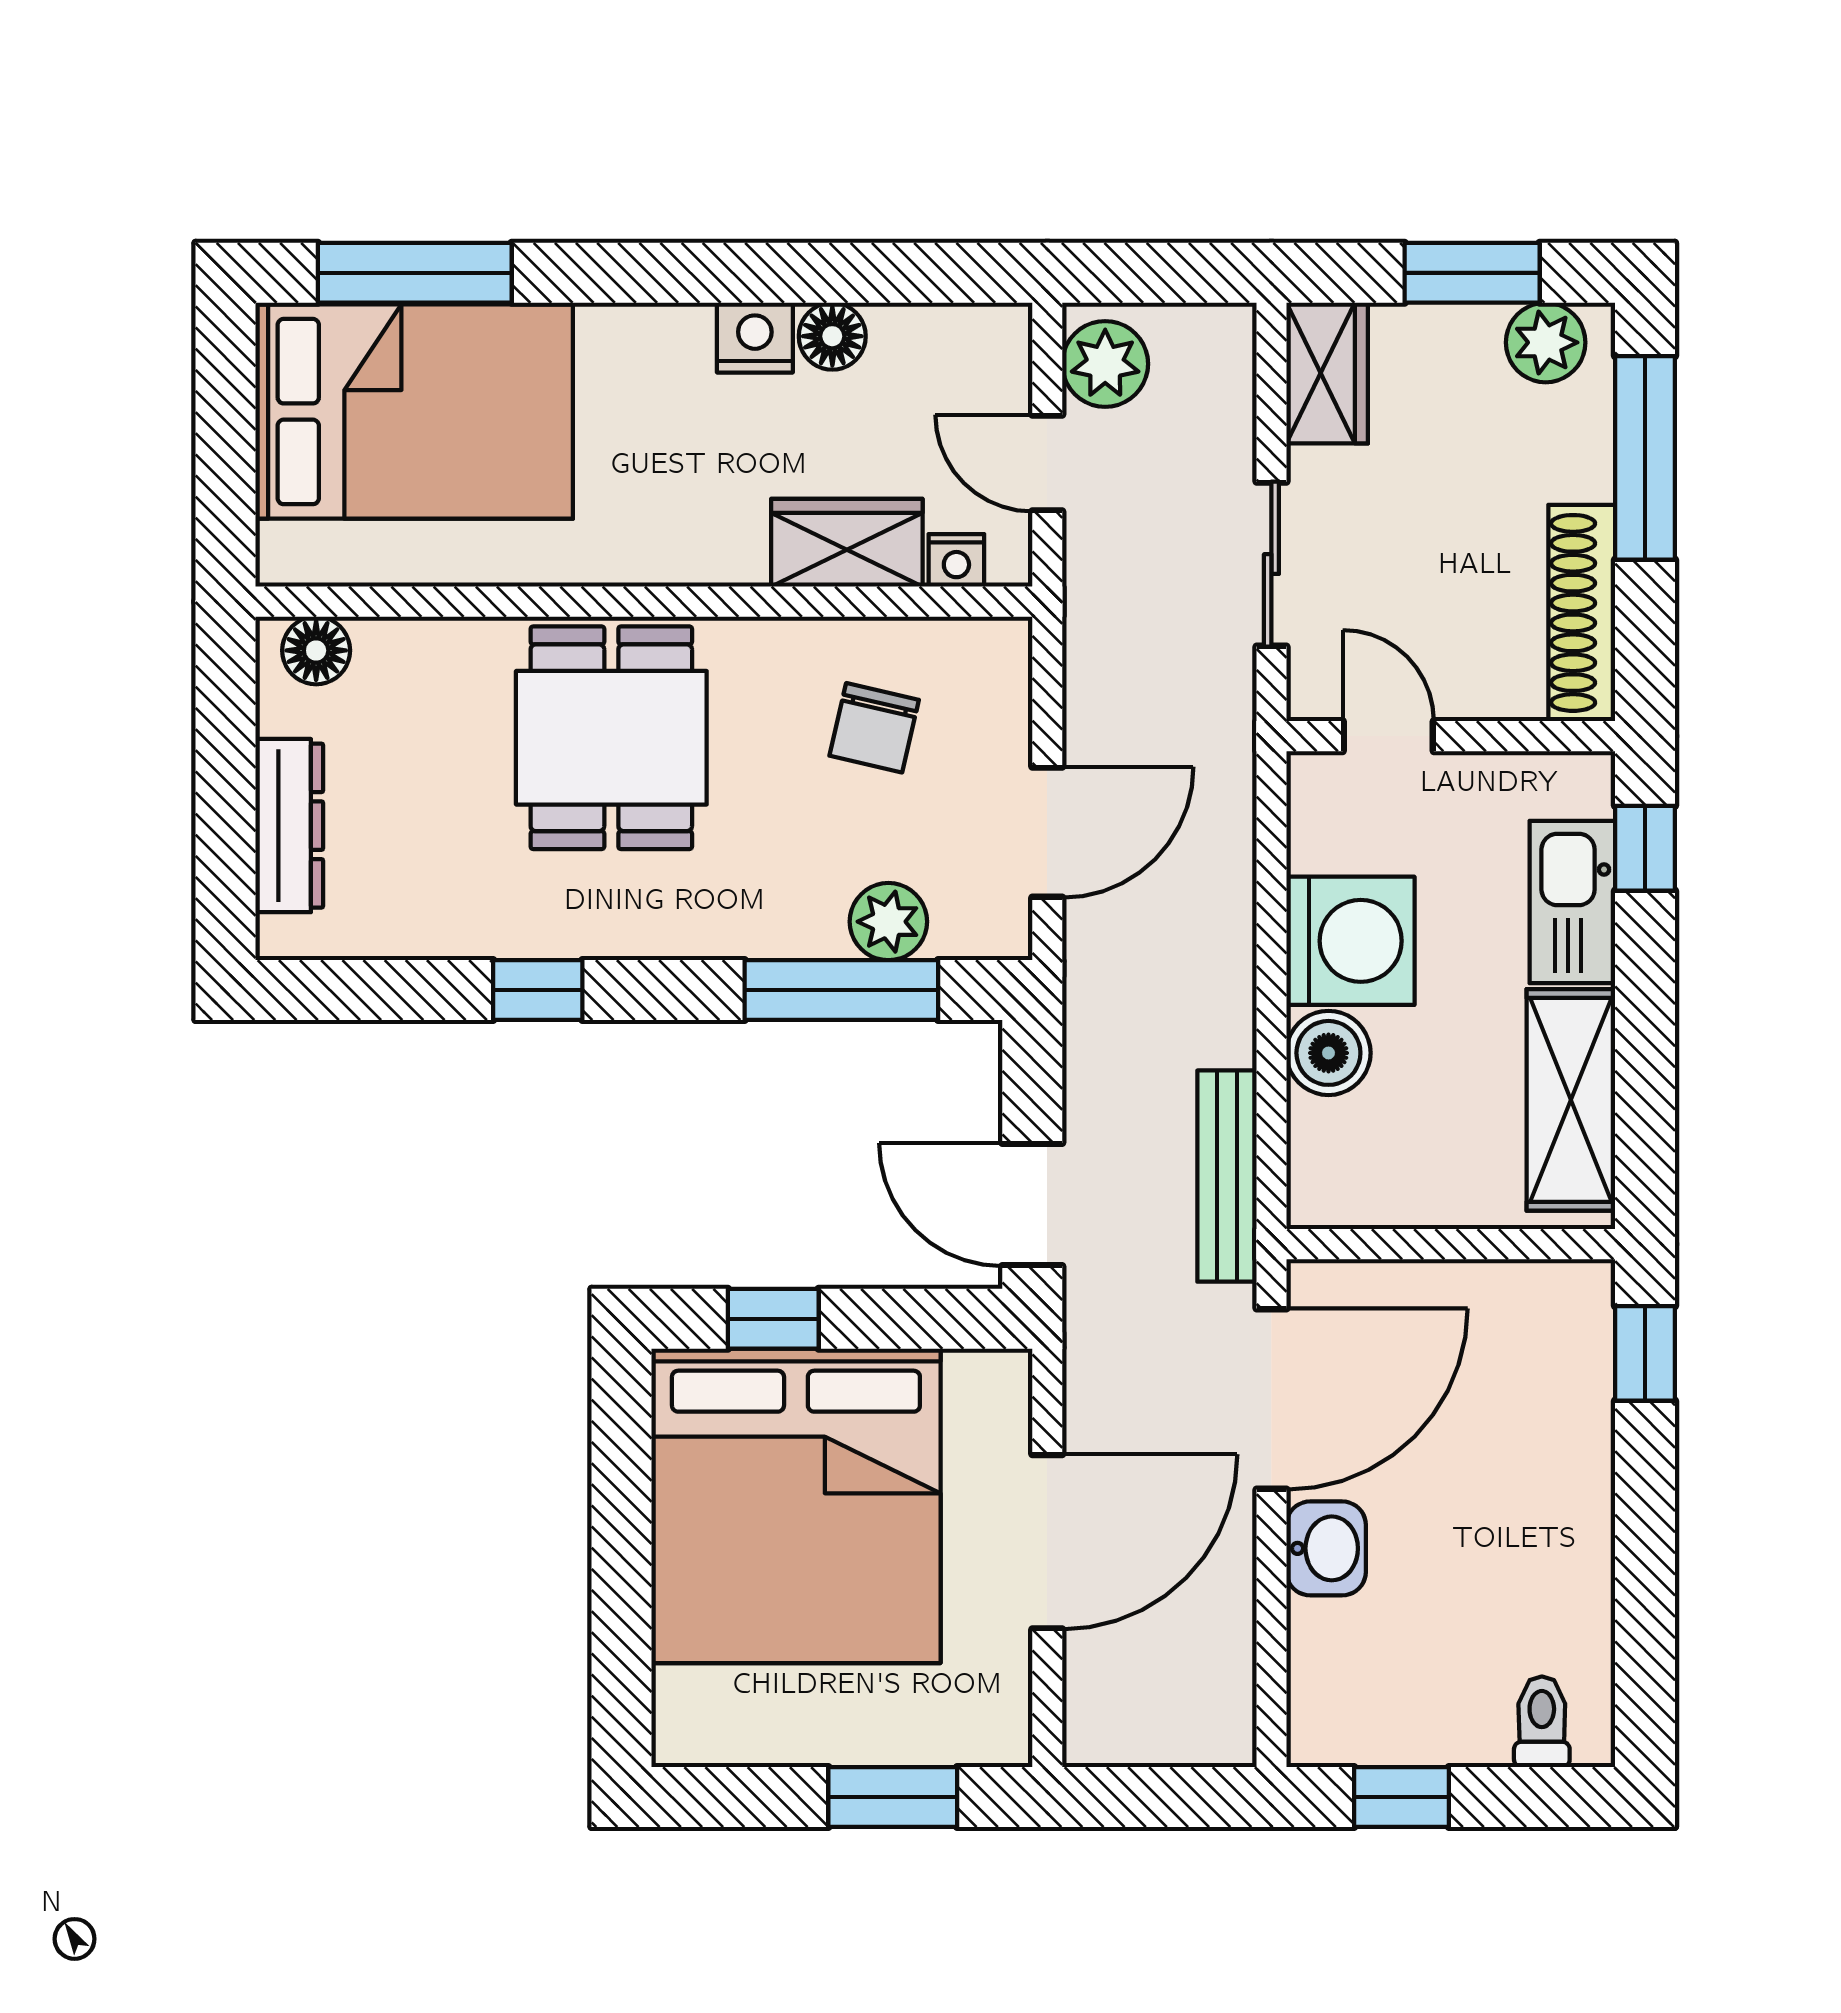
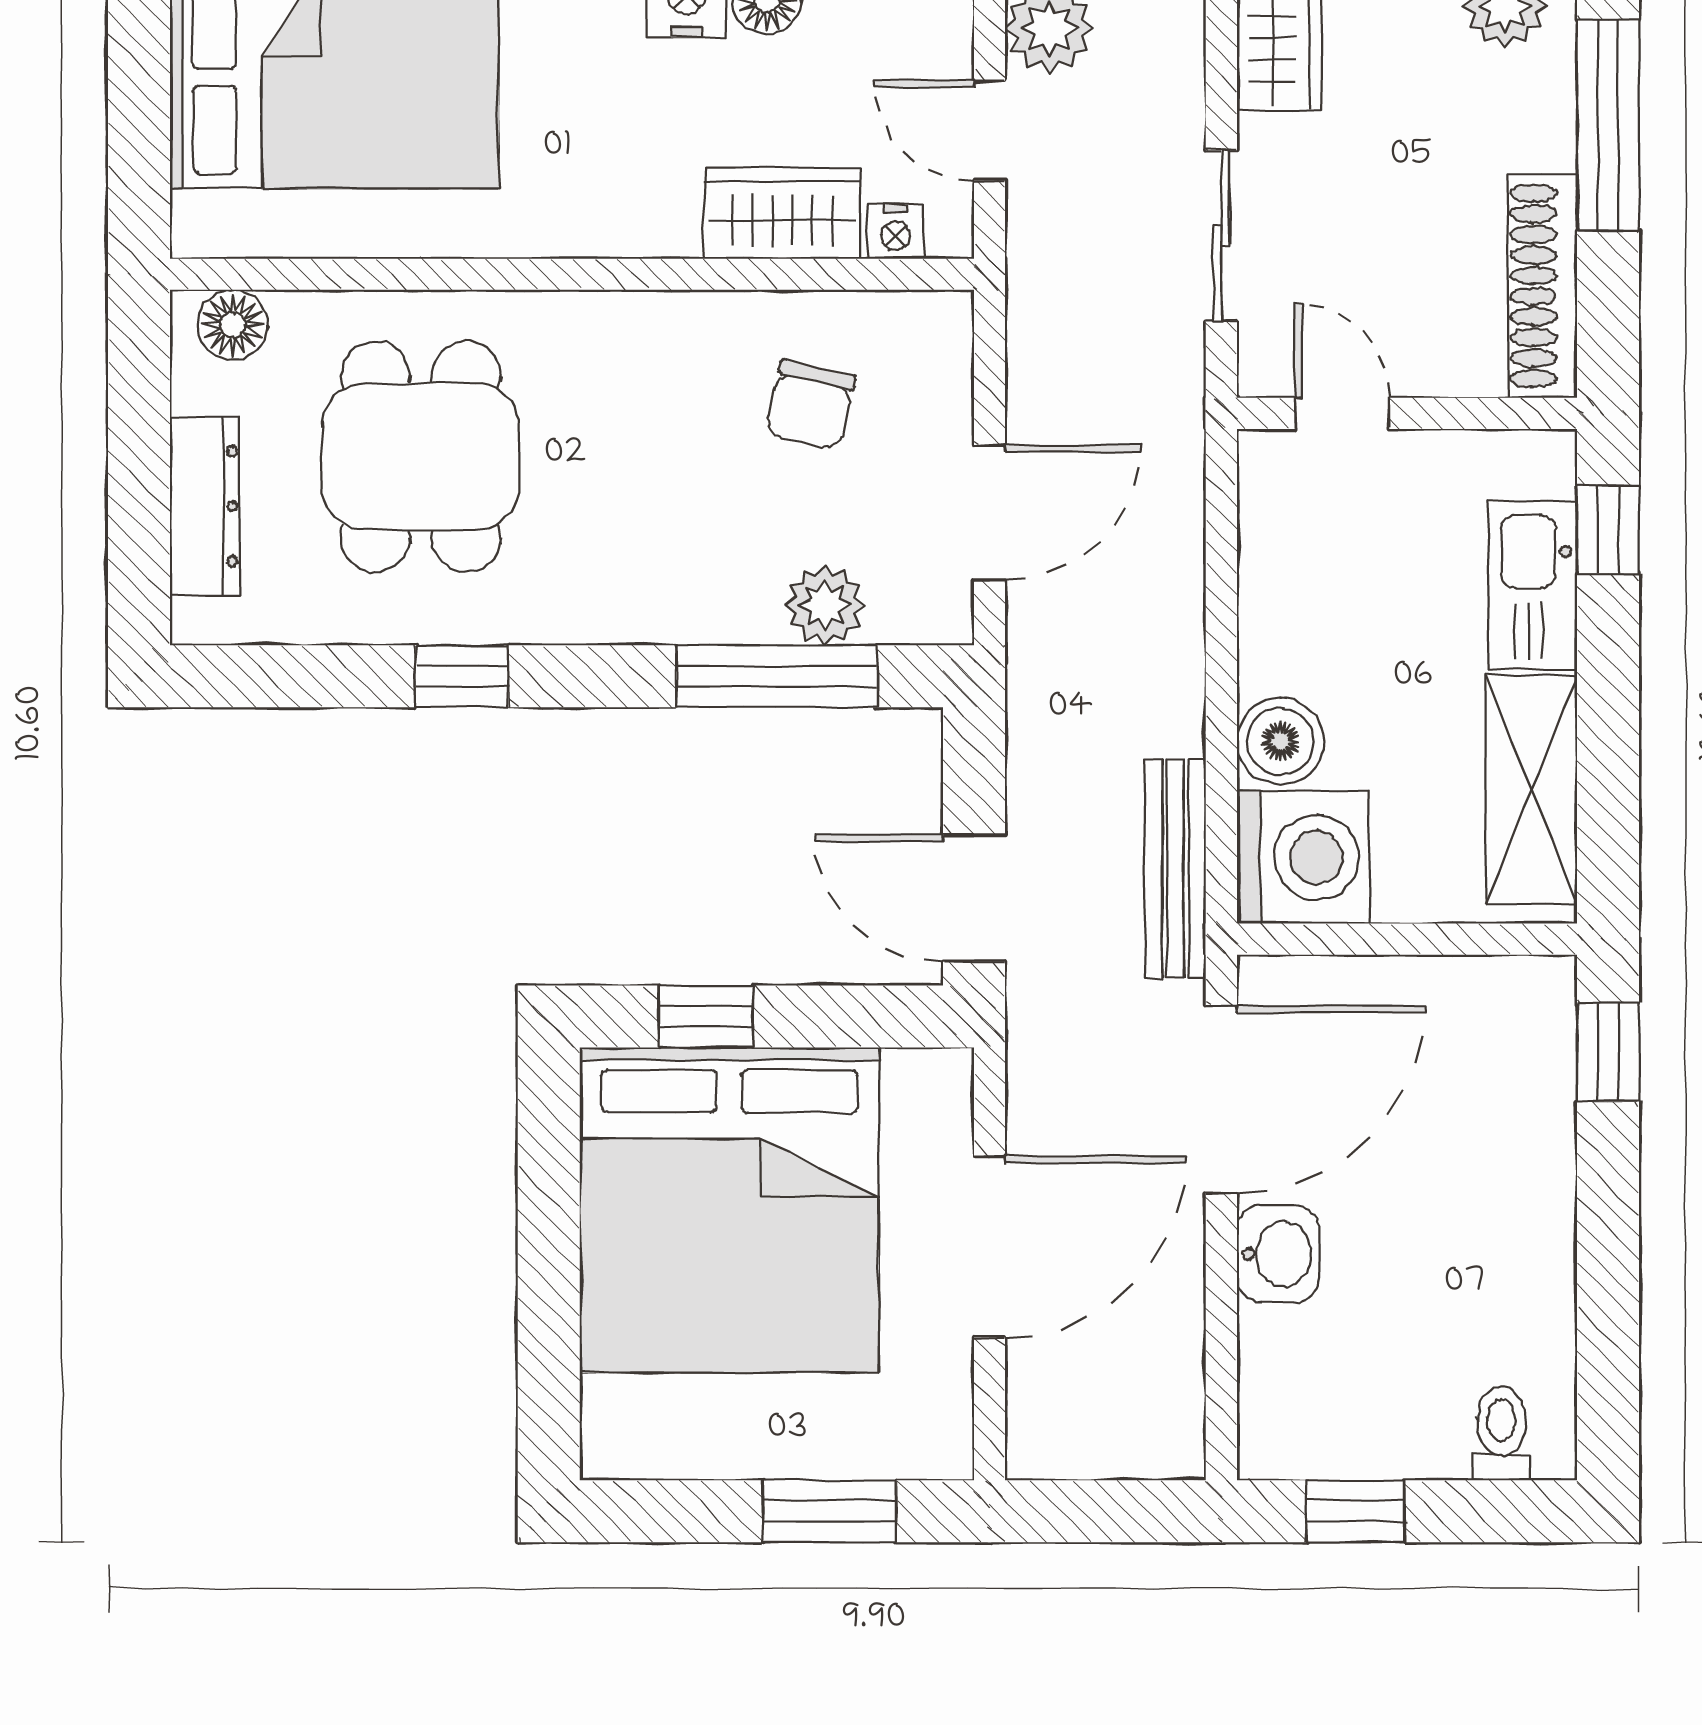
dining table: (611, 738) -> (421, 457), moved
washing machine: (1350, 941) -> (1303, 857), moved

